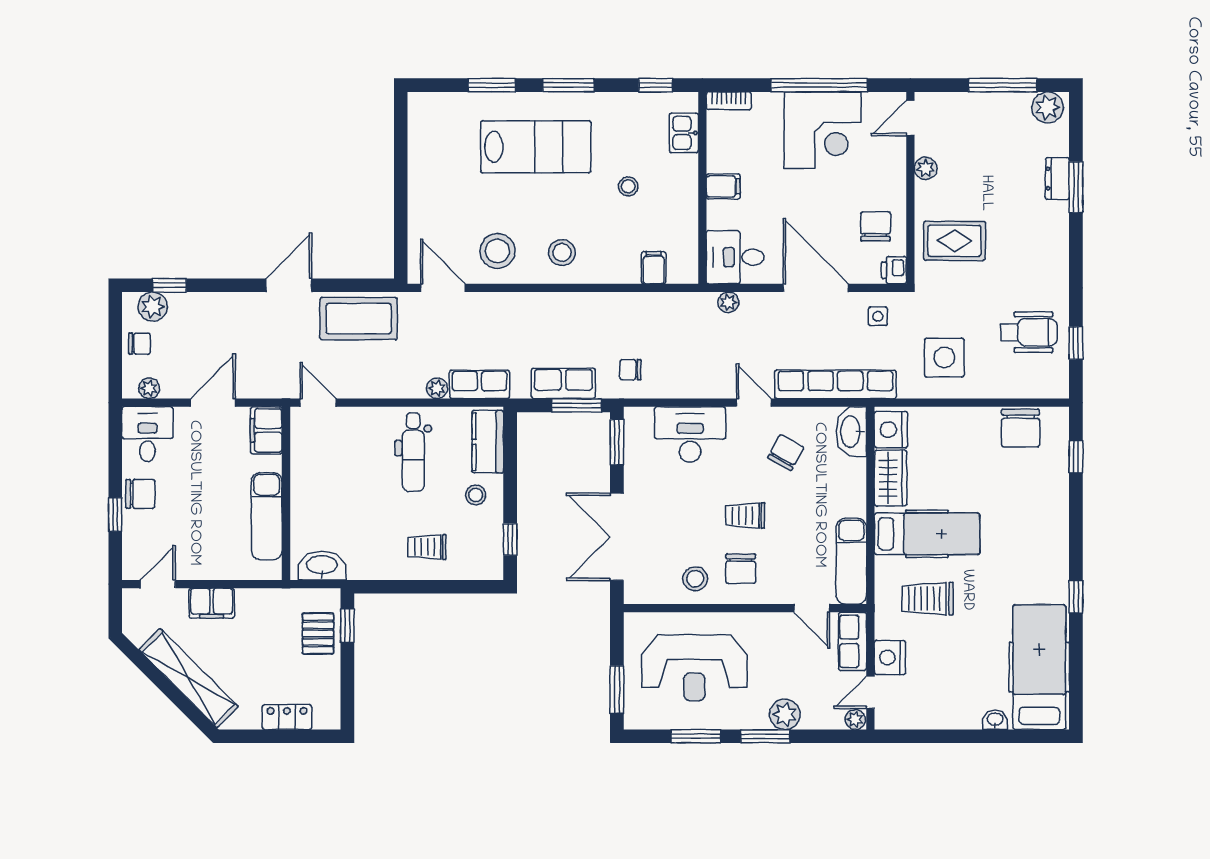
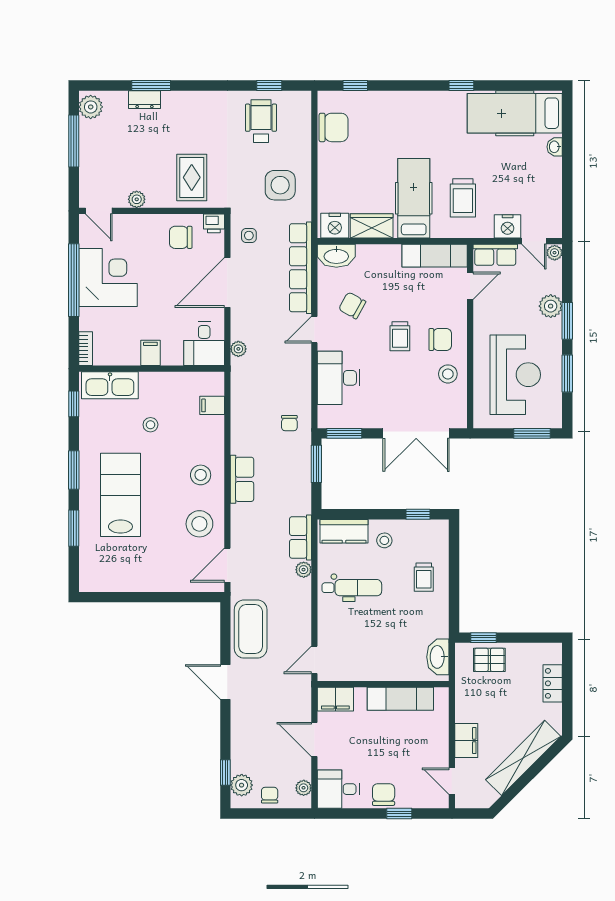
kitchen sink: (684, 133) -> (110, 385), width x1.88, depth x1.24
row of seats: (563, 383) -> (242, 479), moved, turned 180

